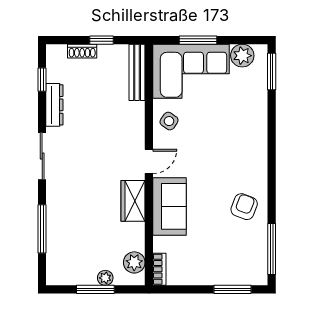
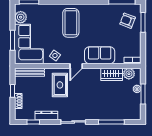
rug: (113, 130) -> (60, 85), added
coffee table: (231, 151) -> (71, 23), added
door: (149, 161) -> (76, 66), swing flipped
wardrobe: (133, 201) -> (112, 74), moved
armchair: (244, 207) -> (128, 21), moved

